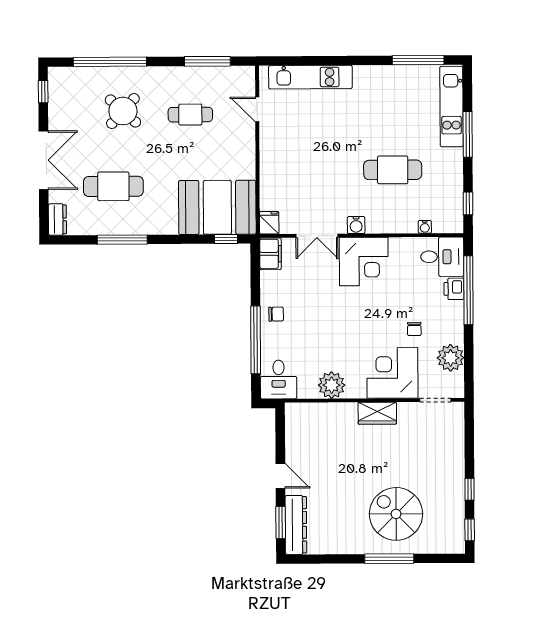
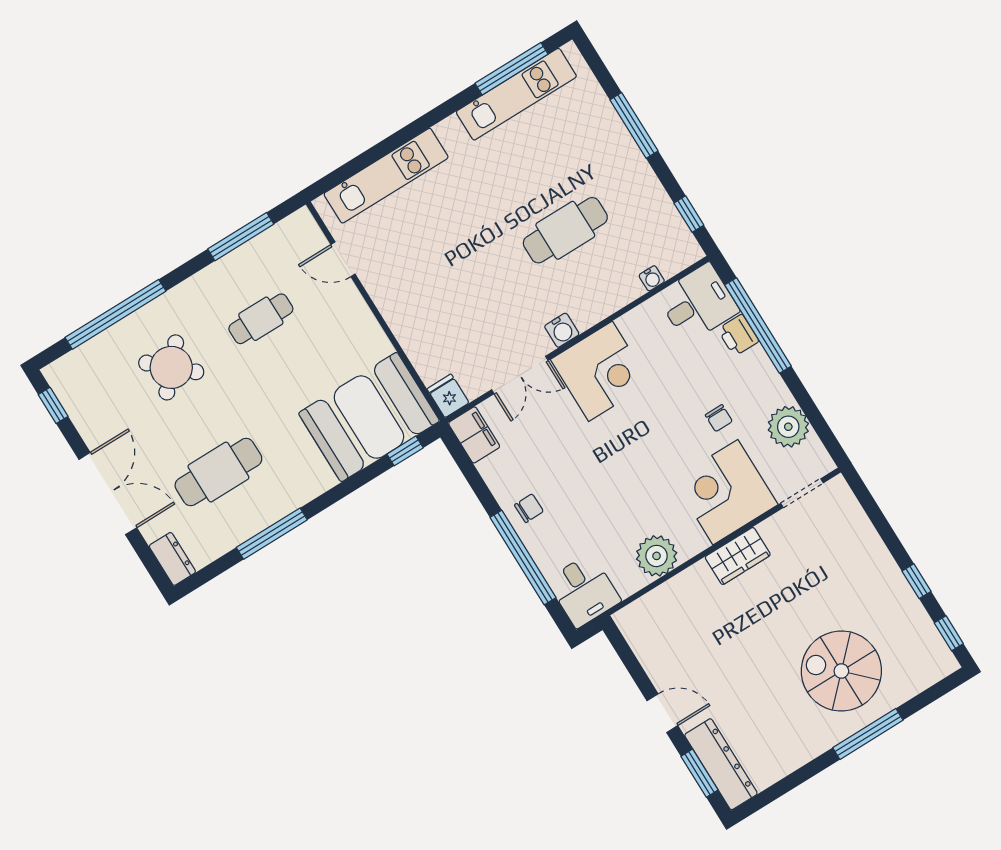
kitchen unit: (451, 107) -> (516, 94), moved, turned -90

